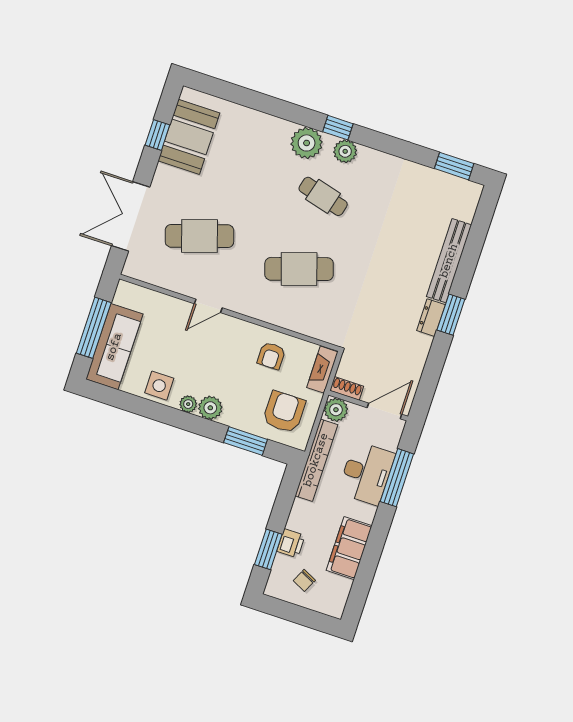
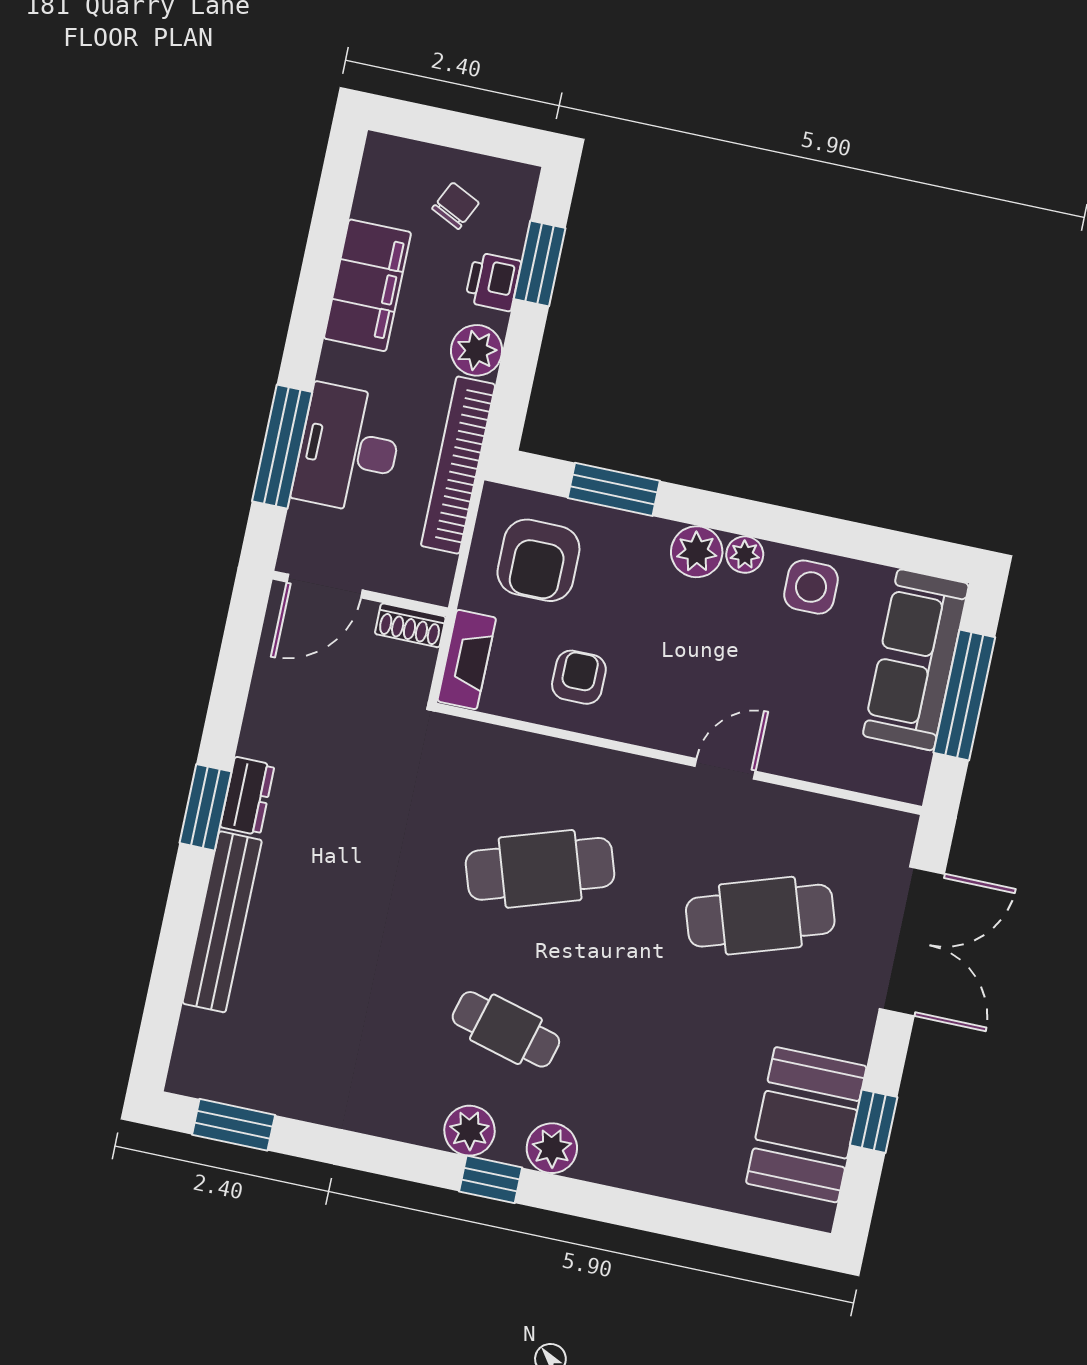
plant: (307, 143) -> (552, 1148), width x0.73, depth x0.73
plant: (336, 410) -> (477, 350), moved

